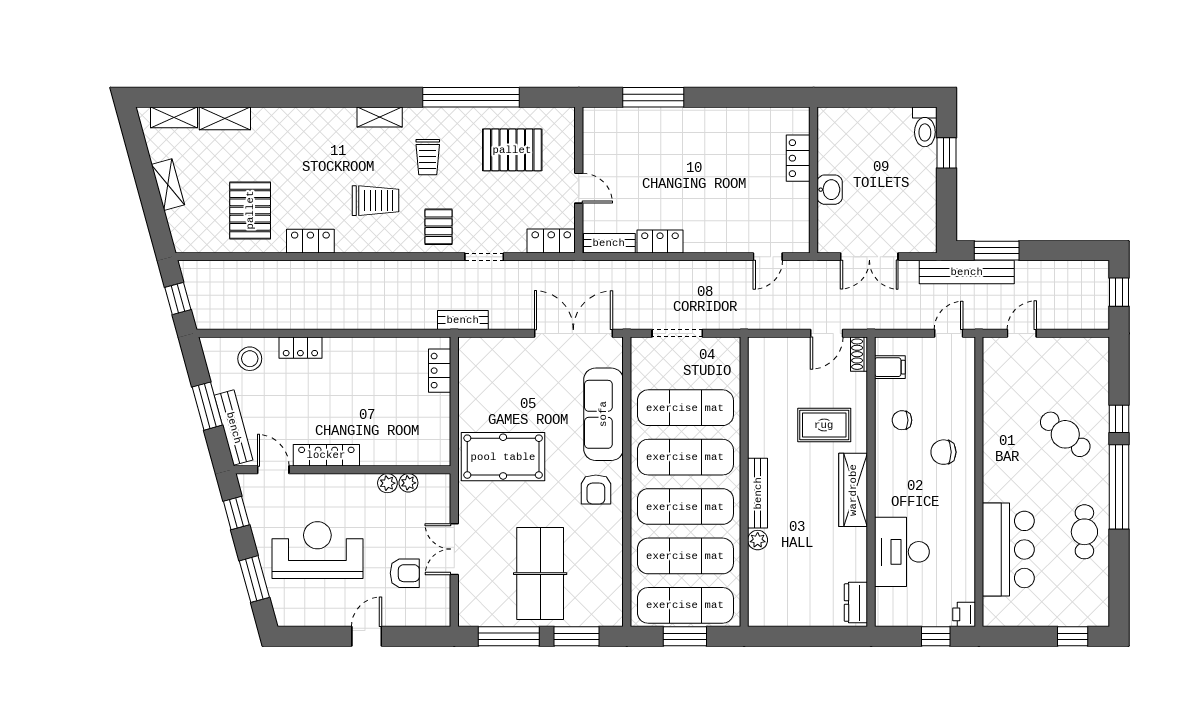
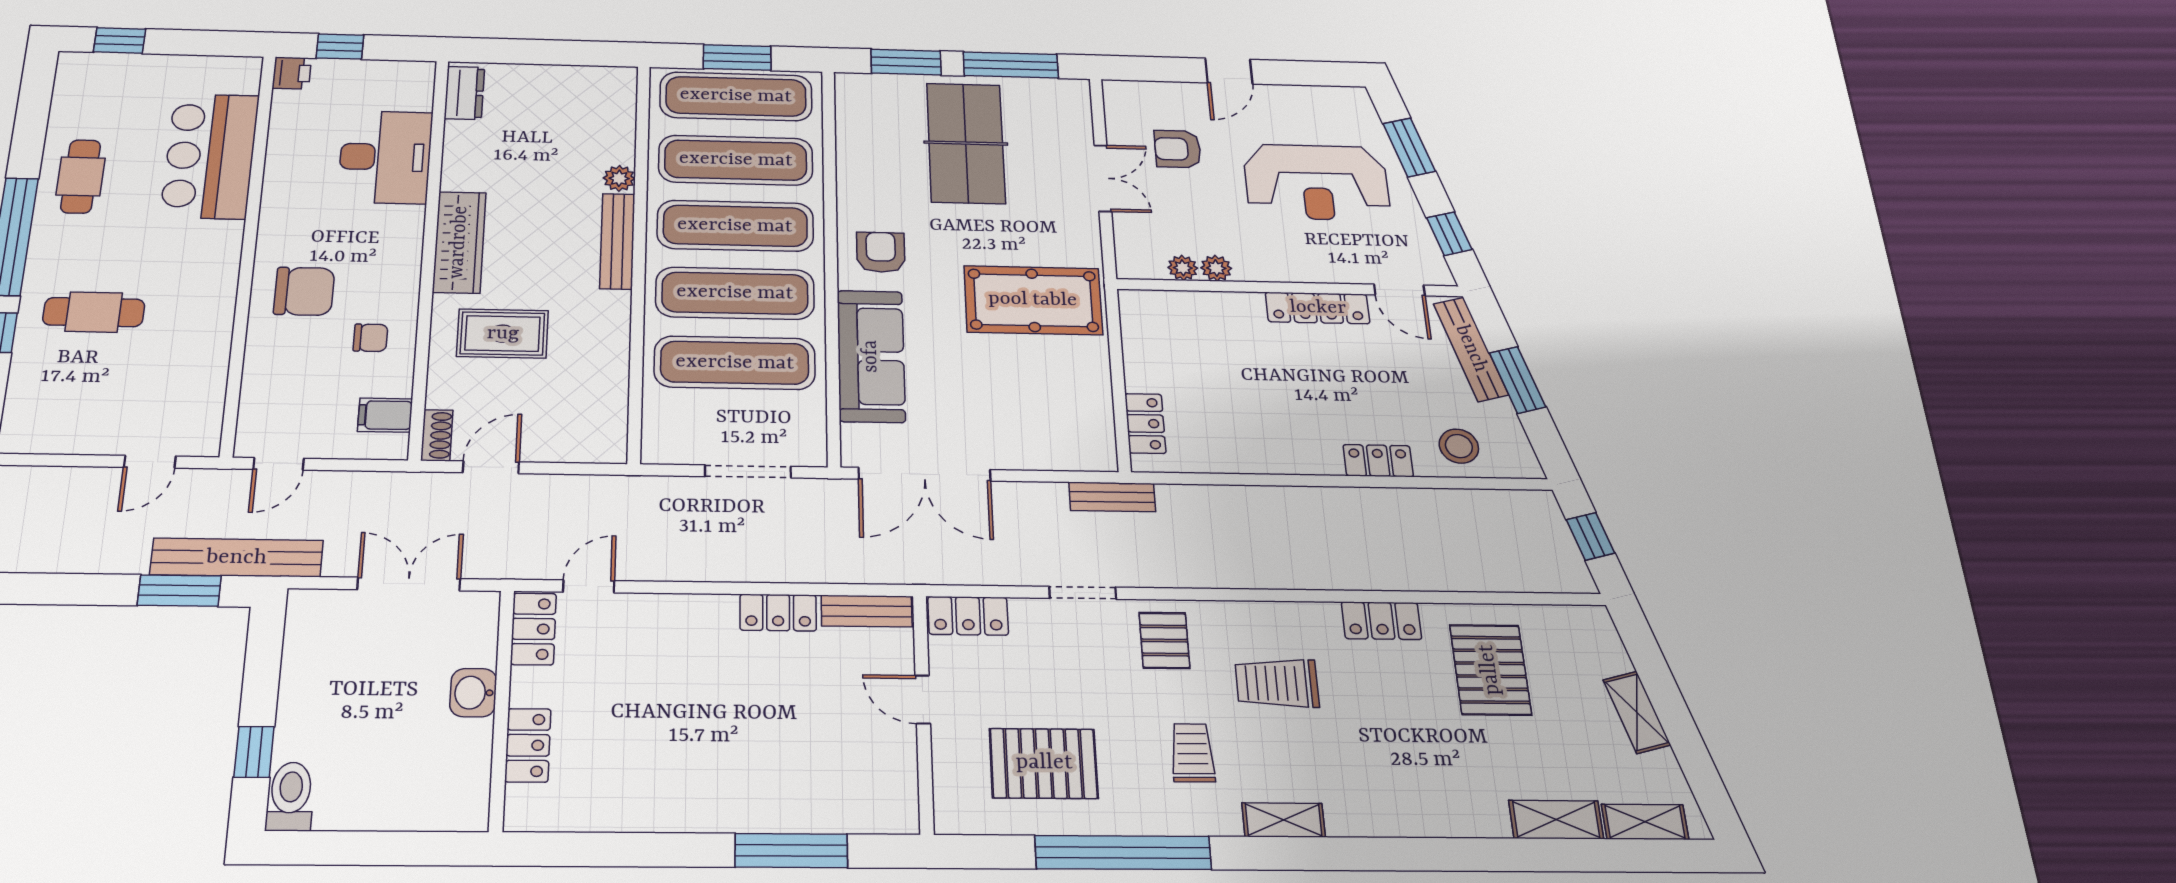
locker: (798, 229) -> (533, 629), added
cafe table: (1065, 434) -> (94, 312), turned -40
chair: (943, 452) -> (304, 291), width x1.37, depth x1.37

